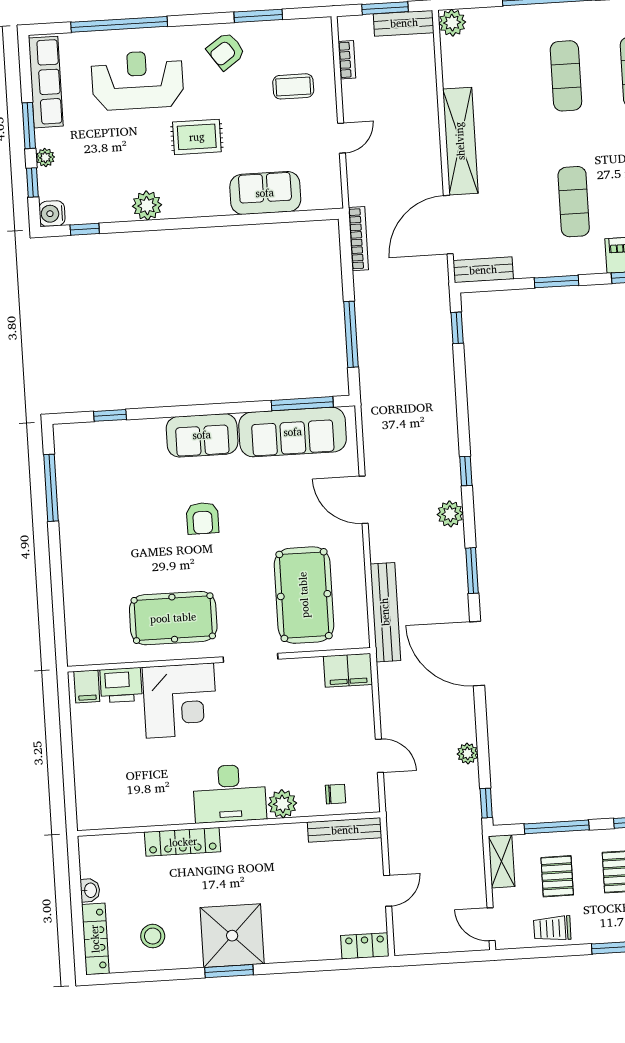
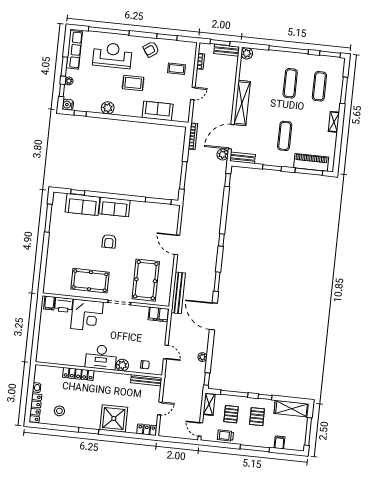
sofa: (293, 432) -> (83, 204), moved, width x0.73
plant: (450, 514) -> (223, 155), moved
shower: (232, 936) -> (114, 418), moved

